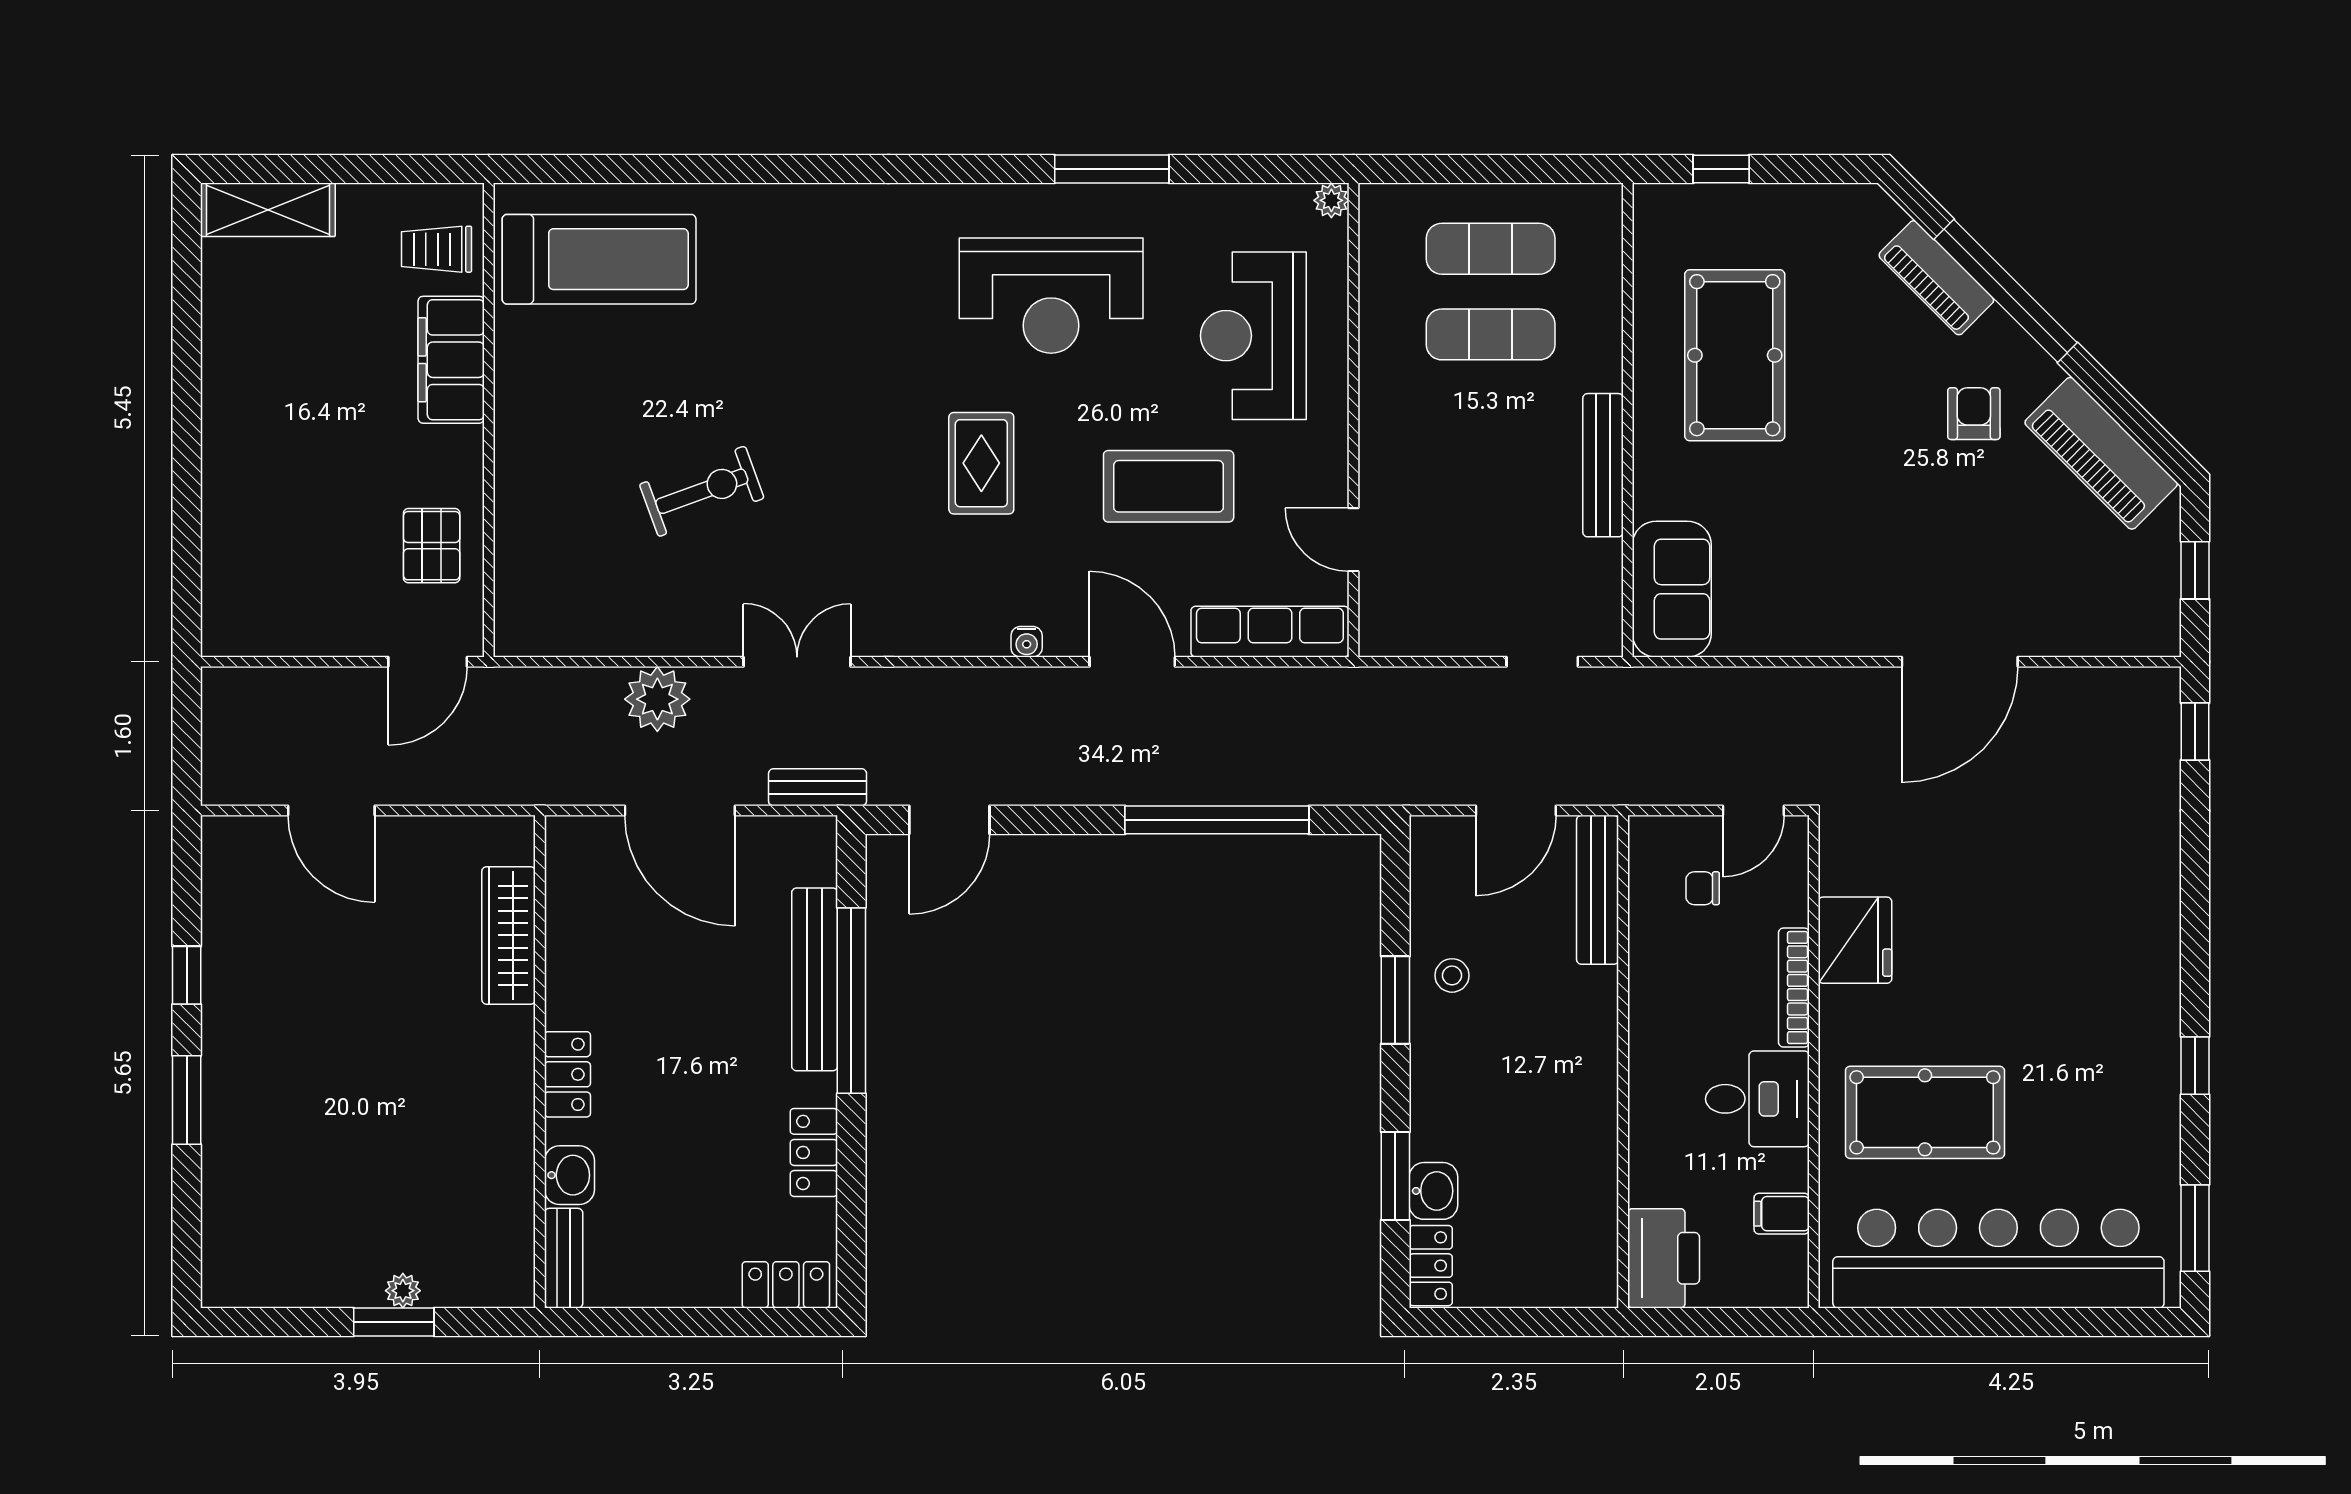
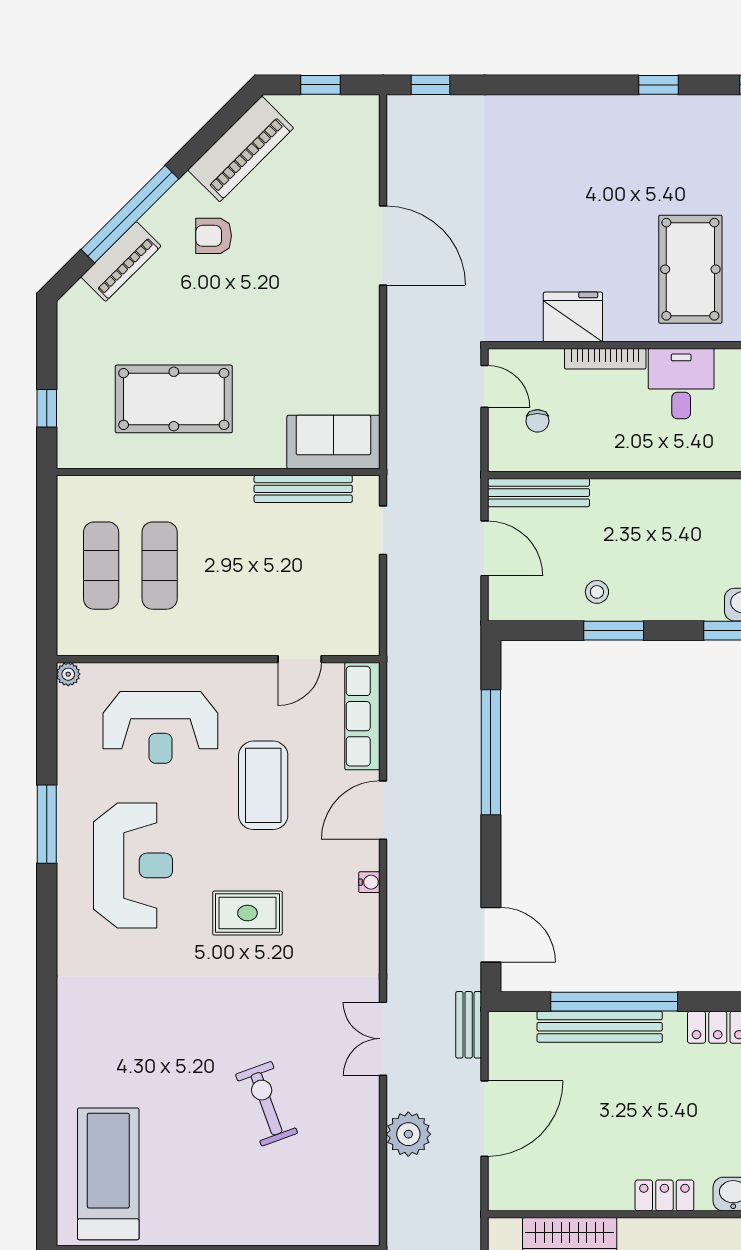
bench: (1603, 465) -> (303, 489), moved

